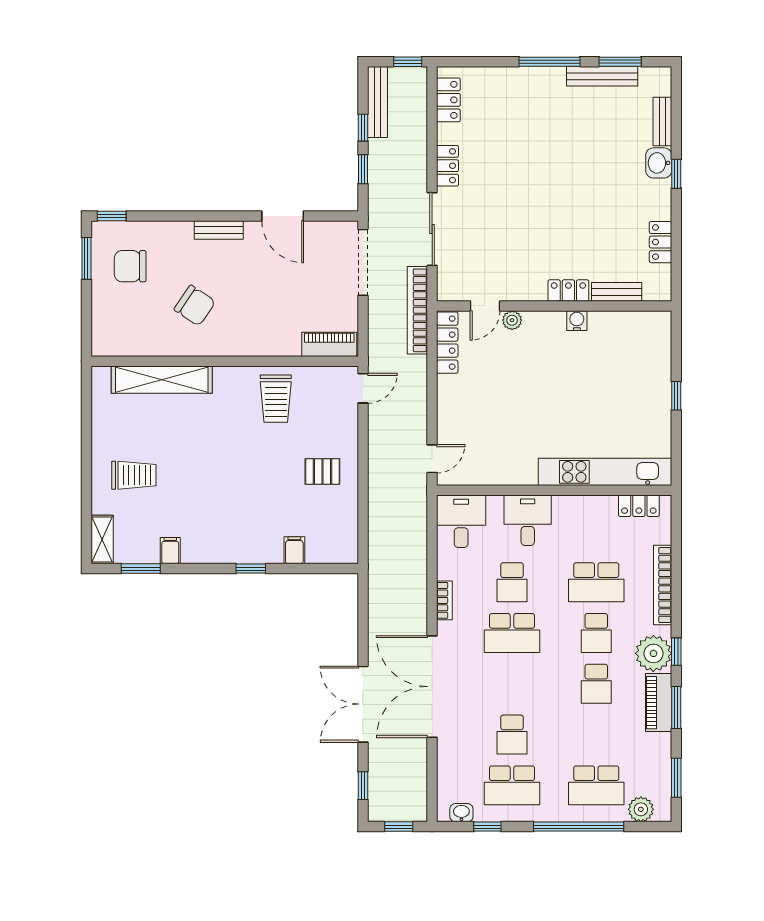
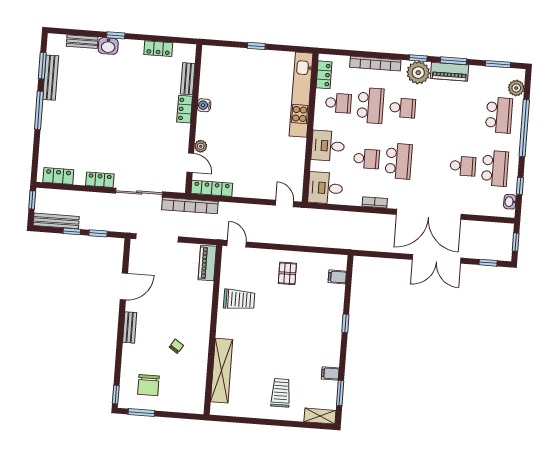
chair: (195, 306) -> (176, 346), width x0.54, depth x0.54
filing cabinet: (294, 550) -> (337, 277), moved
school desk: (596, 684) -> (338, 103), moved

